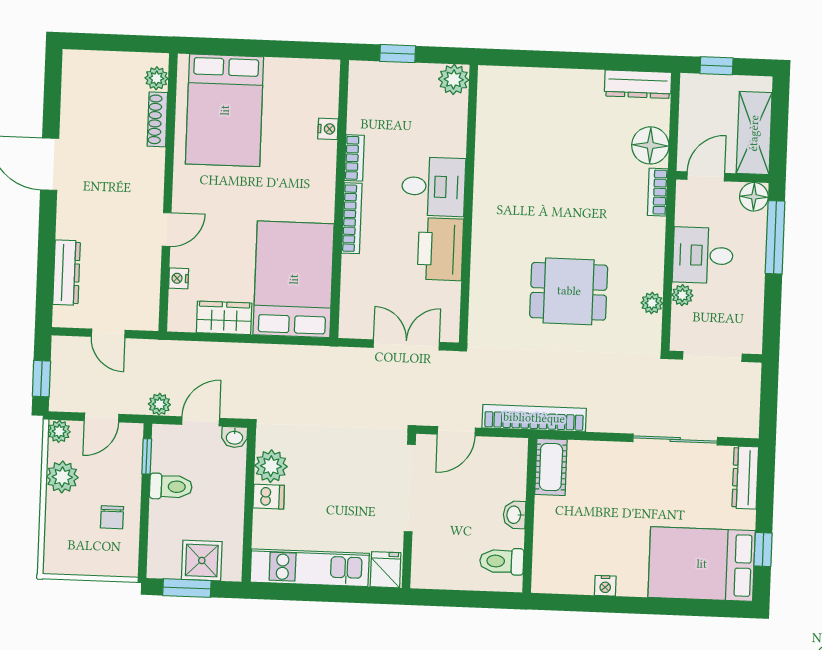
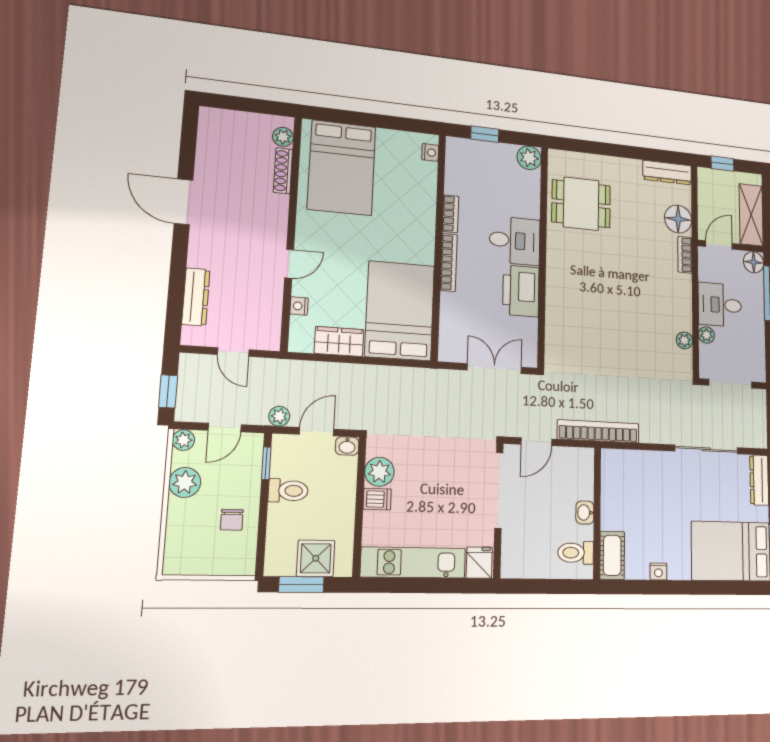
nightstand: (328, 129) -> (430, 152), moved
dining table: (569, 291) -> (581, 204), moved
cot: (551, 467) -> (612, 555), moved

